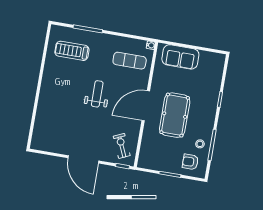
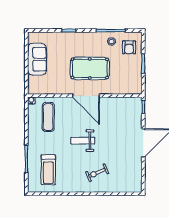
sofa: (180, 57) -> (37, 59), moved
exercise bike: (122, 146) -> (97, 173), moved

